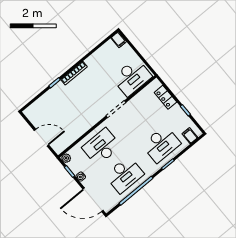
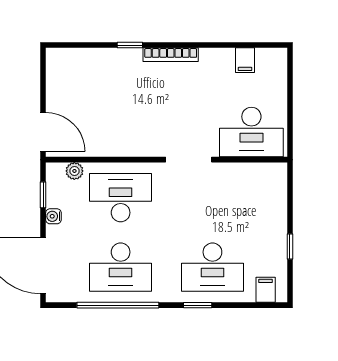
filing cabinet: (119, 40) -> (245, 60), moved
locker: (165, 97) -> (277, 203), removed
door: (41, 138) -> (43, 132), moved
plant: (66, 158) -> (74, 171), moved

